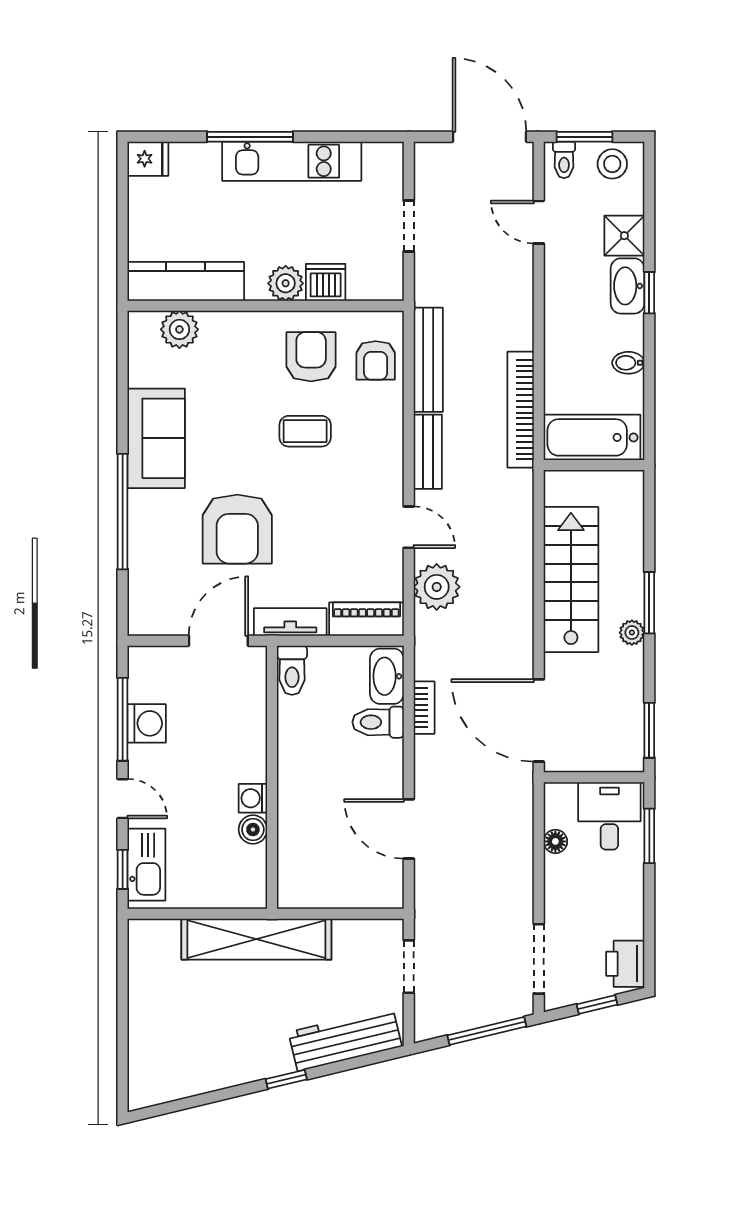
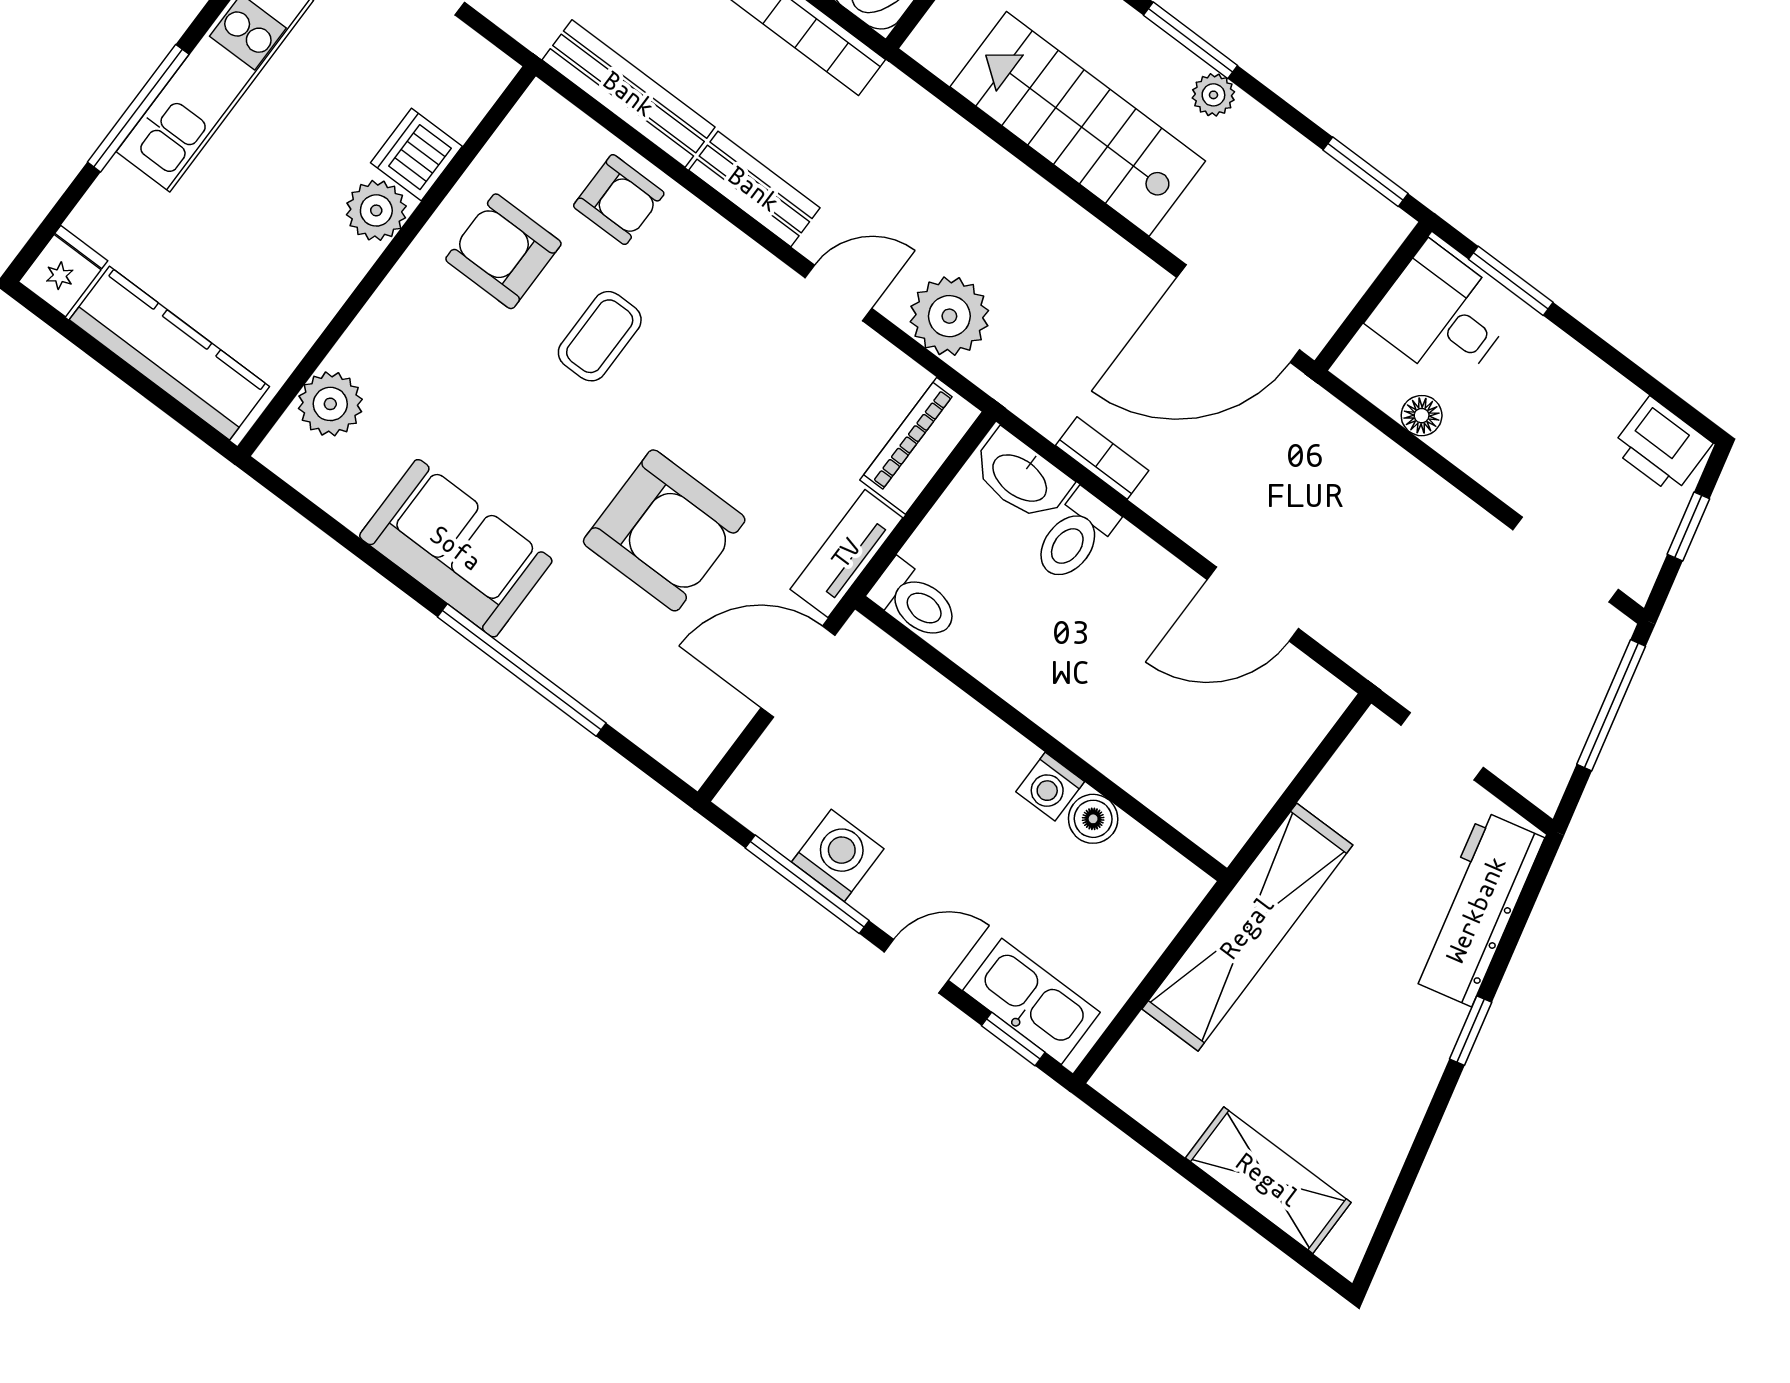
kitchen counter: (186, 281) -> (169, 353), moved, turned 90
armchair: (376, 360) -> (619, 200), moved
door: (218, 641) -> (798, 671), hinge flipped
shelving: (146, 1037) -> (1268, 1180), added

